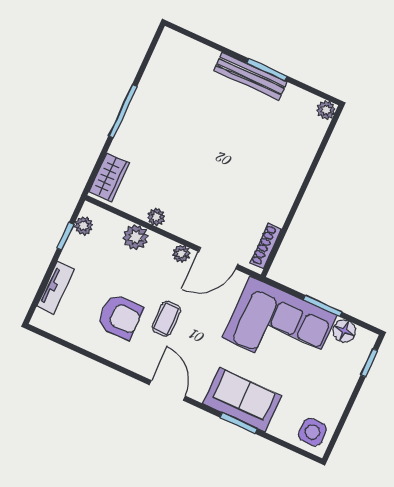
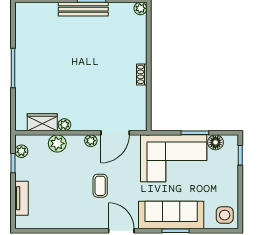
wardrobe: (109, 177) -> (42, 122), moved, turned -90
shoe rack: (266, 246) -> (142, 74), moved, width x0.70
armchair: (120, 317) -> (70, 198), removed
sofa: (242, 400) -> (171, 215), width x1.36

